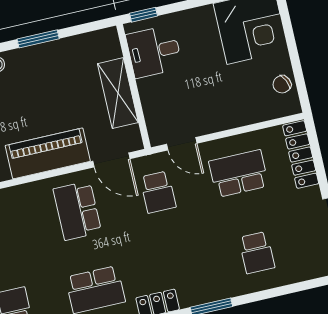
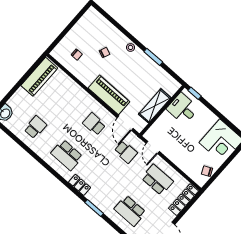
school desk: (158, 192) -> (126, 152), turned -90
school desk: (77, 211) -> (94, 124), width x0.54
school desk: (257, 253) -> (130, 211), width x1.85

